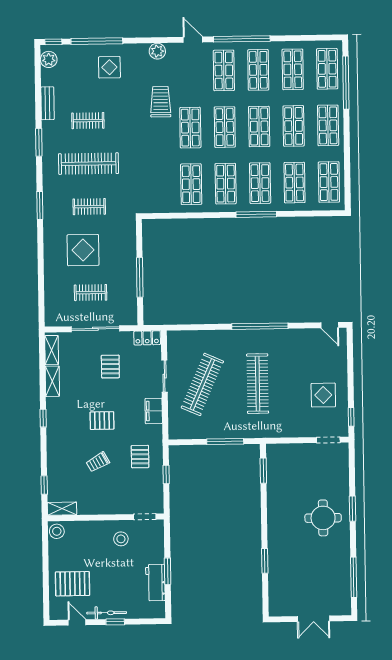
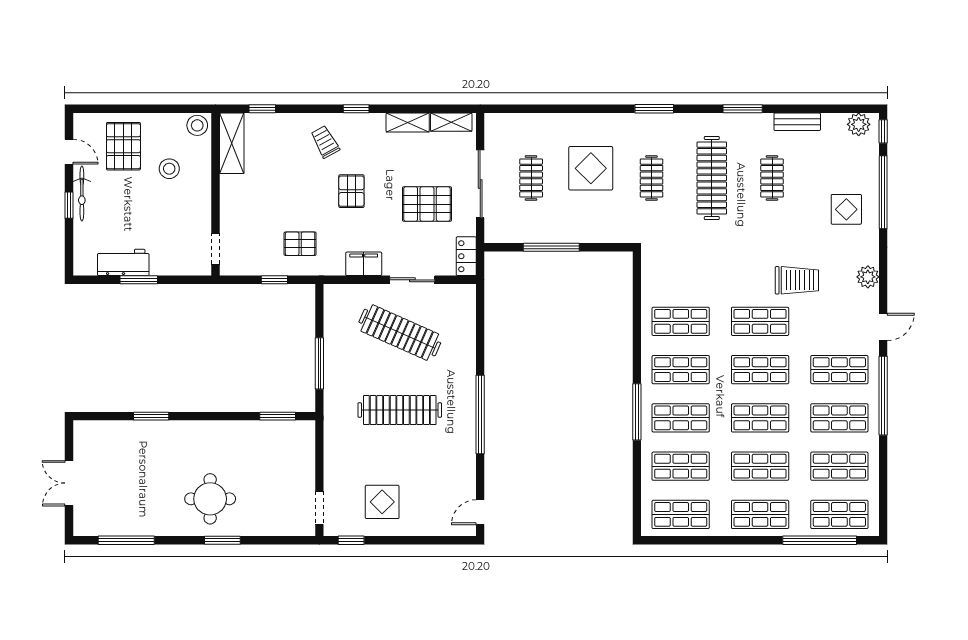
pallet: (110, 367) -> (427, 204), width x1.50, depth x1.42
trolley: (98, 462) -> (325, 142), moved
shelving: (62, 509) -> (232, 143), width x1.50, depth x1.33
stool: (121, 539) -> (169, 169), moved
door: (77, 622) -> (69, 152), hinge flipped

